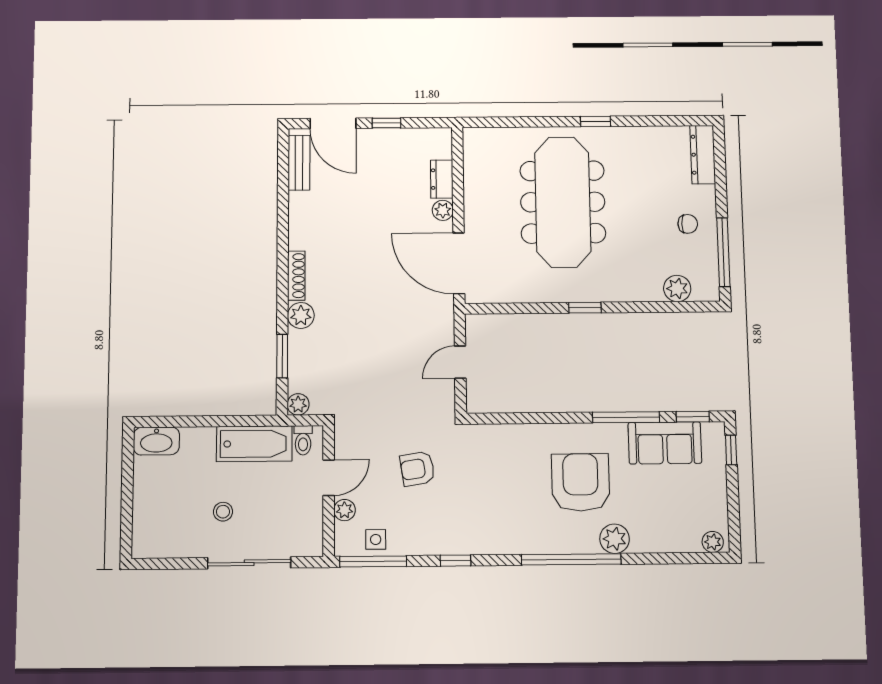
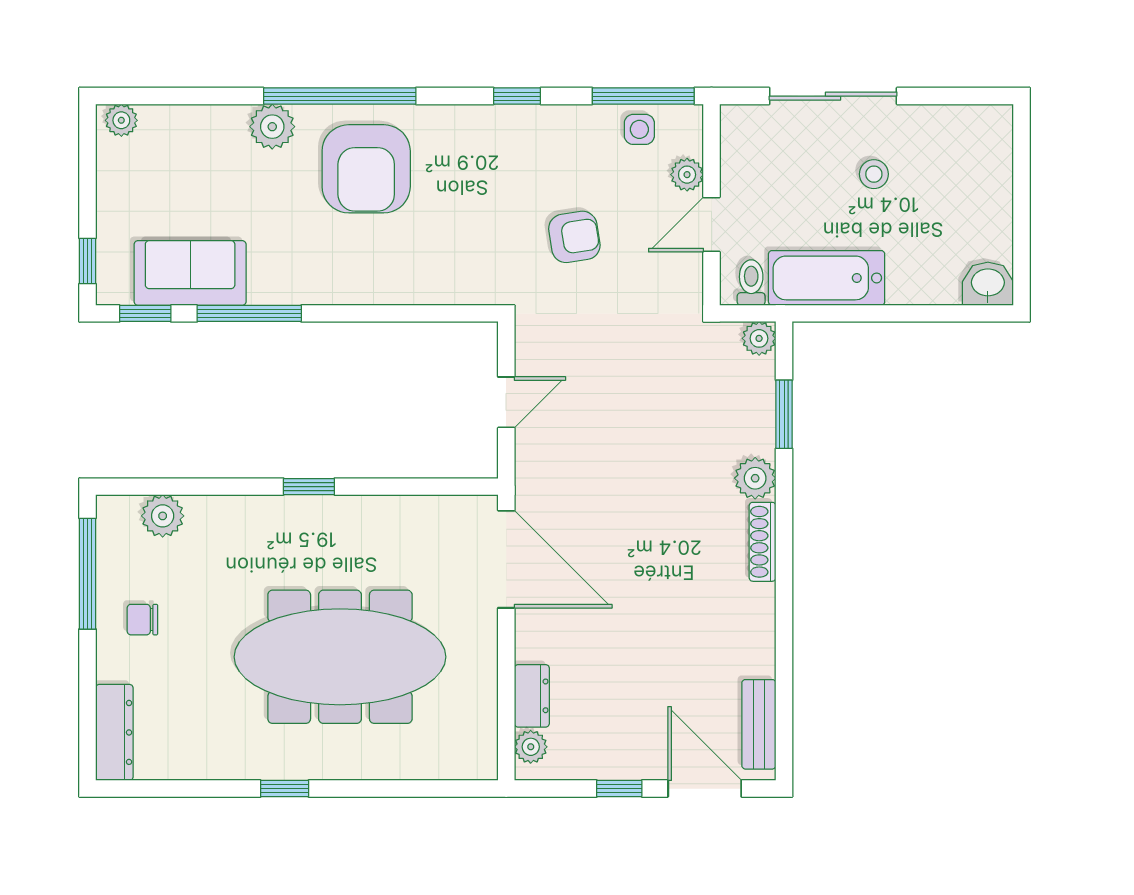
meeting table: (563, 202) -> (340, 657), turned 90
plant: (443, 210) -> (531, 747), moved
washbasin: (156, 441) -> (988, 284), width x0.72
armchair: (581, 482) -> (366, 169), moved

